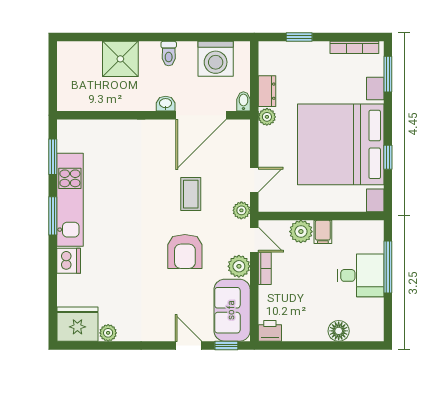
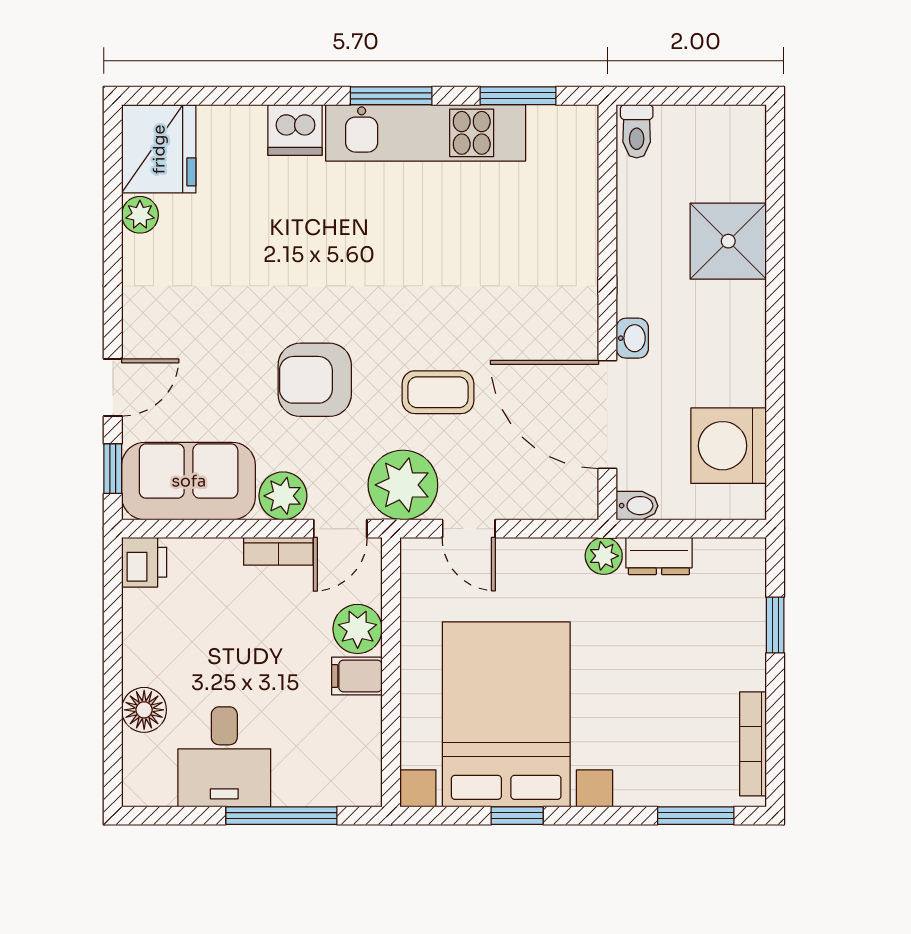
toilet: (169, 54) -> (637, 131), moved, turned -90
bed with nightstands: (341, 144) -> (506, 714), width x0.73
plant: (241, 210) -> (403, 485), width x1.88, depth x1.88
desk: (360, 275) -> (224, 757), moved

